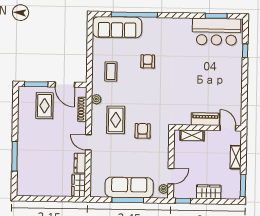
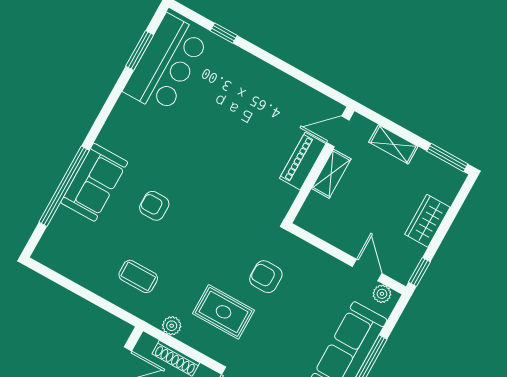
sofa: (117, 27) -> (94, 182), moved, width x0.73
shelving: (192, 135) -> (331, 174), moved

